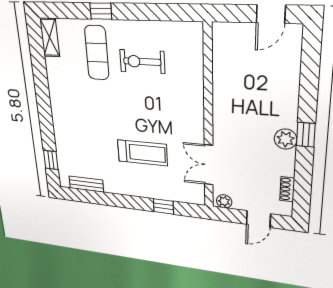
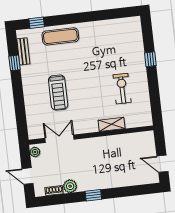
shelving: (50, 37) -> (112, 124), moved
exercise mat: (97, 53) -> (60, 36), moved
plant: (286, 139) -> (70, 186), moved
window: (163, 206) -> (15, 63), moved

